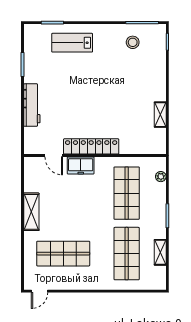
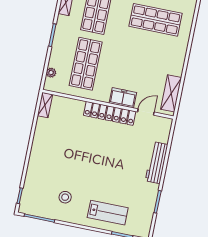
stool: (133, 42) -> (65, 197), moved
shelving: (160, 115) -> (45, 105), moved
door: (54, 156) -> (146, 112), hinge flipped
shelving: (31, 212) -> (171, 93), moved

